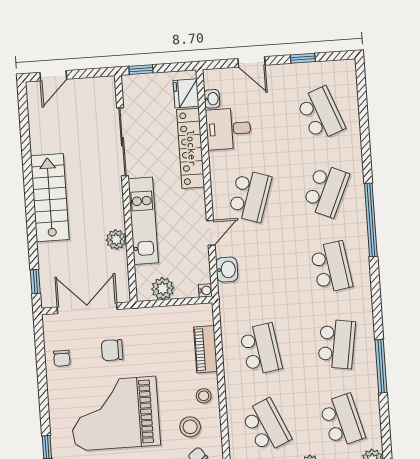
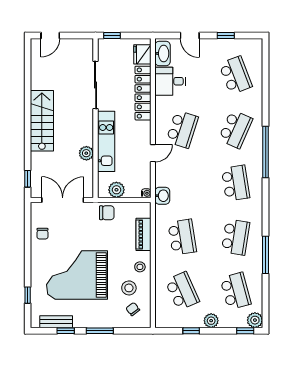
washbasin: (212, 99) -> (163, 53), width x1.91, depth x1.45
washbasin: (227, 270) -> (162, 196), moved
chair: (112, 350) -> (107, 213), moved, turned 180

